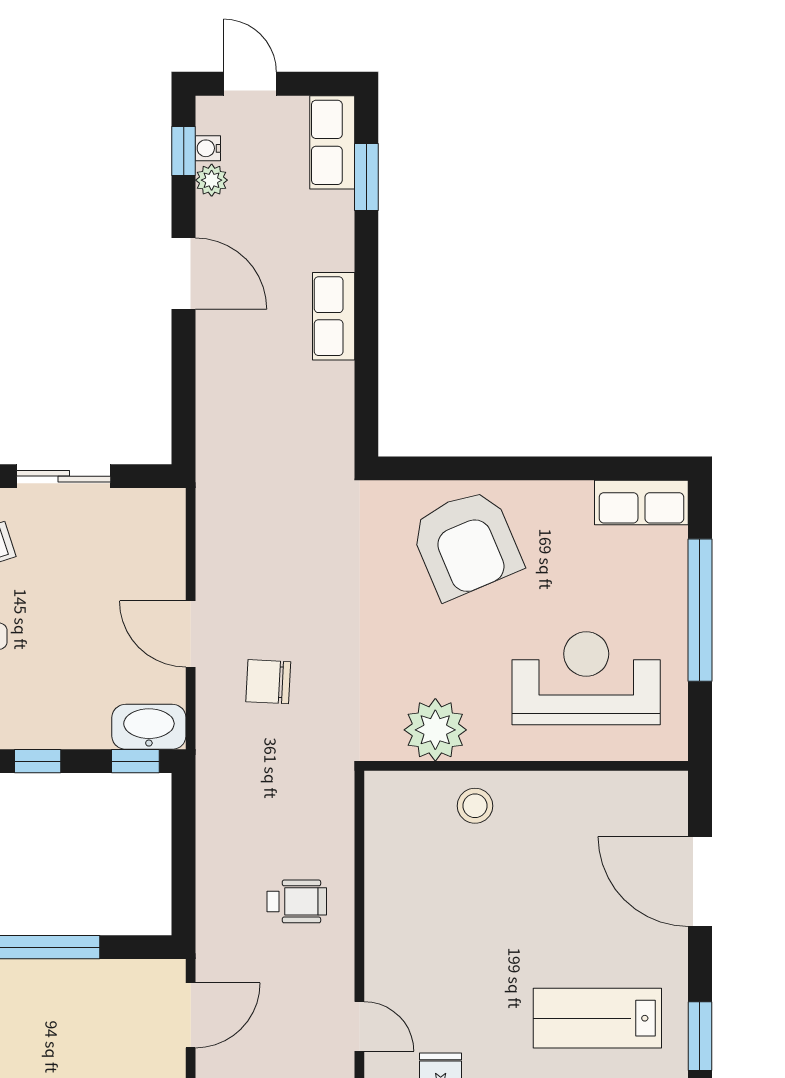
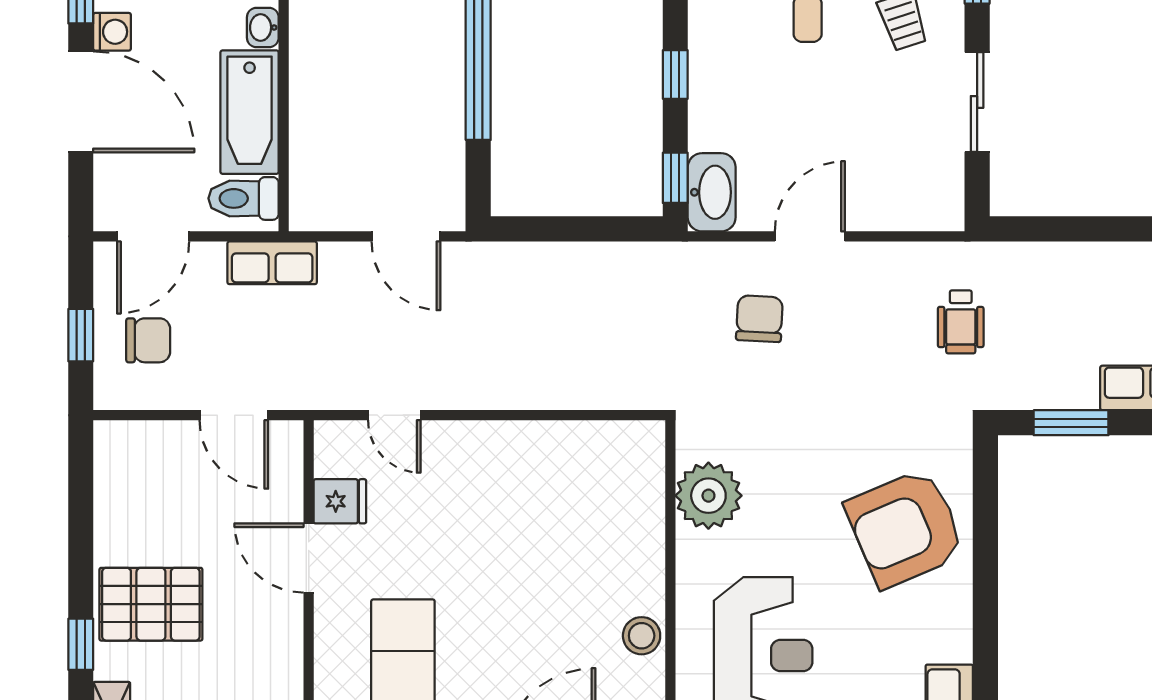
window: (366, 388) -> (1071, 423), added
stool: (475, 806) -> (642, 636), moved
wheelchair: (297, 901) -> (961, 322), moved
door: (359, 1026) -> (394, 415), hinge flipped

